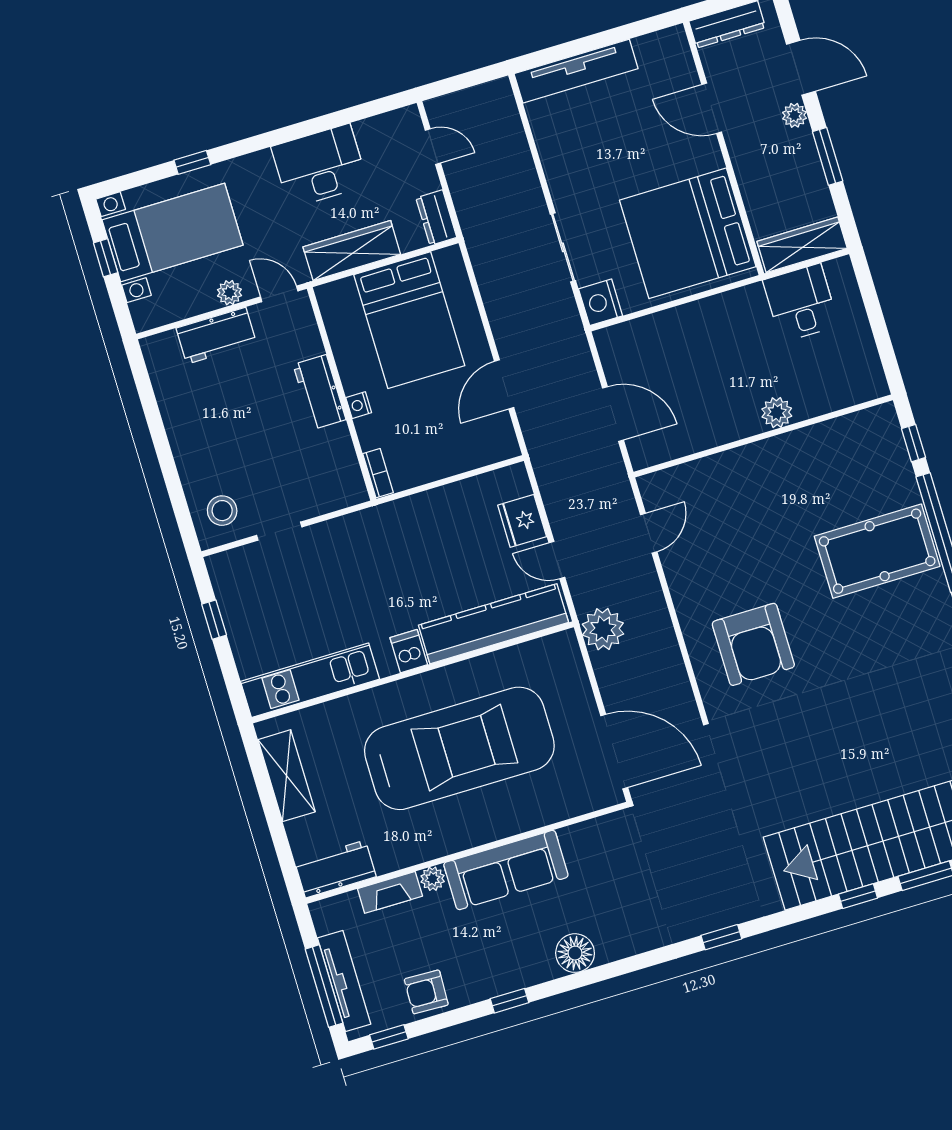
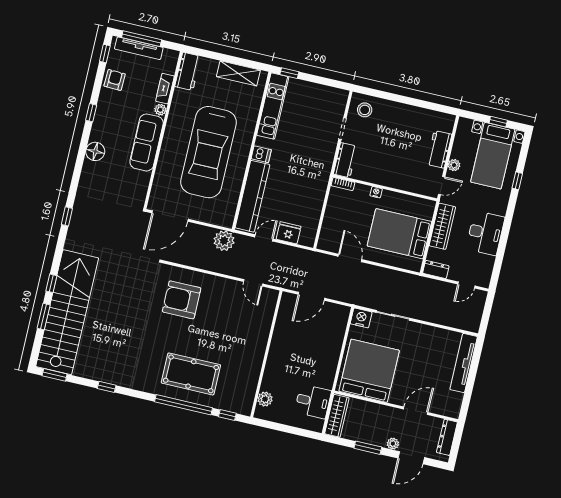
workbench: (319, 392) -> (345, 160), moved, turned 90
plant: (777, 413) -> (265, 399), moved
pool table: (877, 551) -> (191, 374), turned 90
window: (214, 620) -> (289, 73), moved

